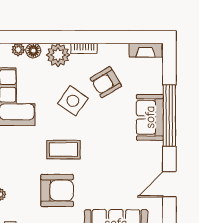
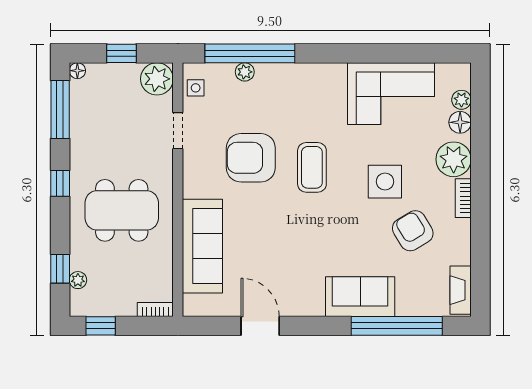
side table: (73, 101) -> (385, 182), turned -35
window: (169, 116) -> (397, 326), moved
armchair: (57, 190) -> (251, 158), turned 90

